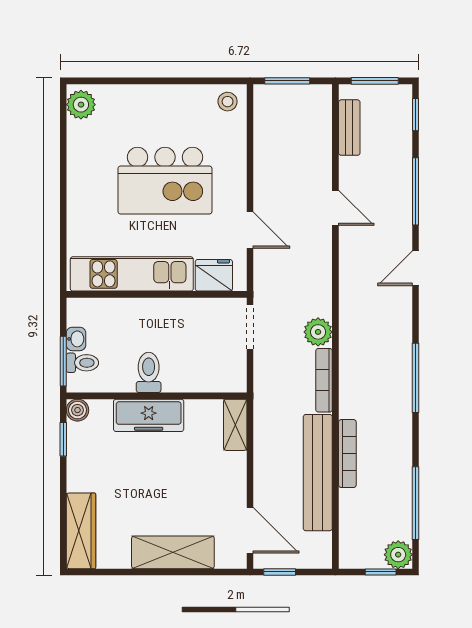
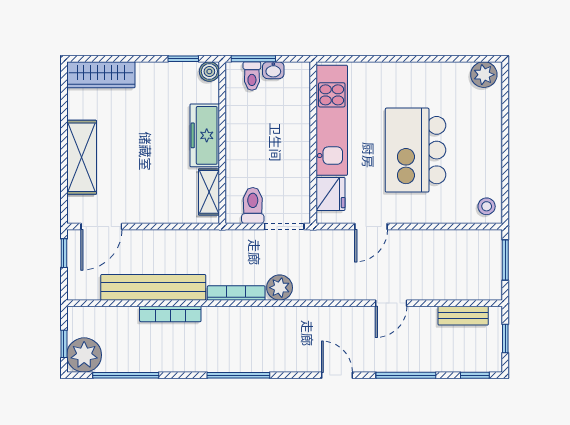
window: (375, 81) -> (505, 339), width x0.67
toilet: (149, 372) -> (253, 205), moved, turned -90
shelving: (235, 425) -> (209, 192), moved, turned 90
plant: (398, 555) -> (84, 355), width x1.36, depth x1.36

